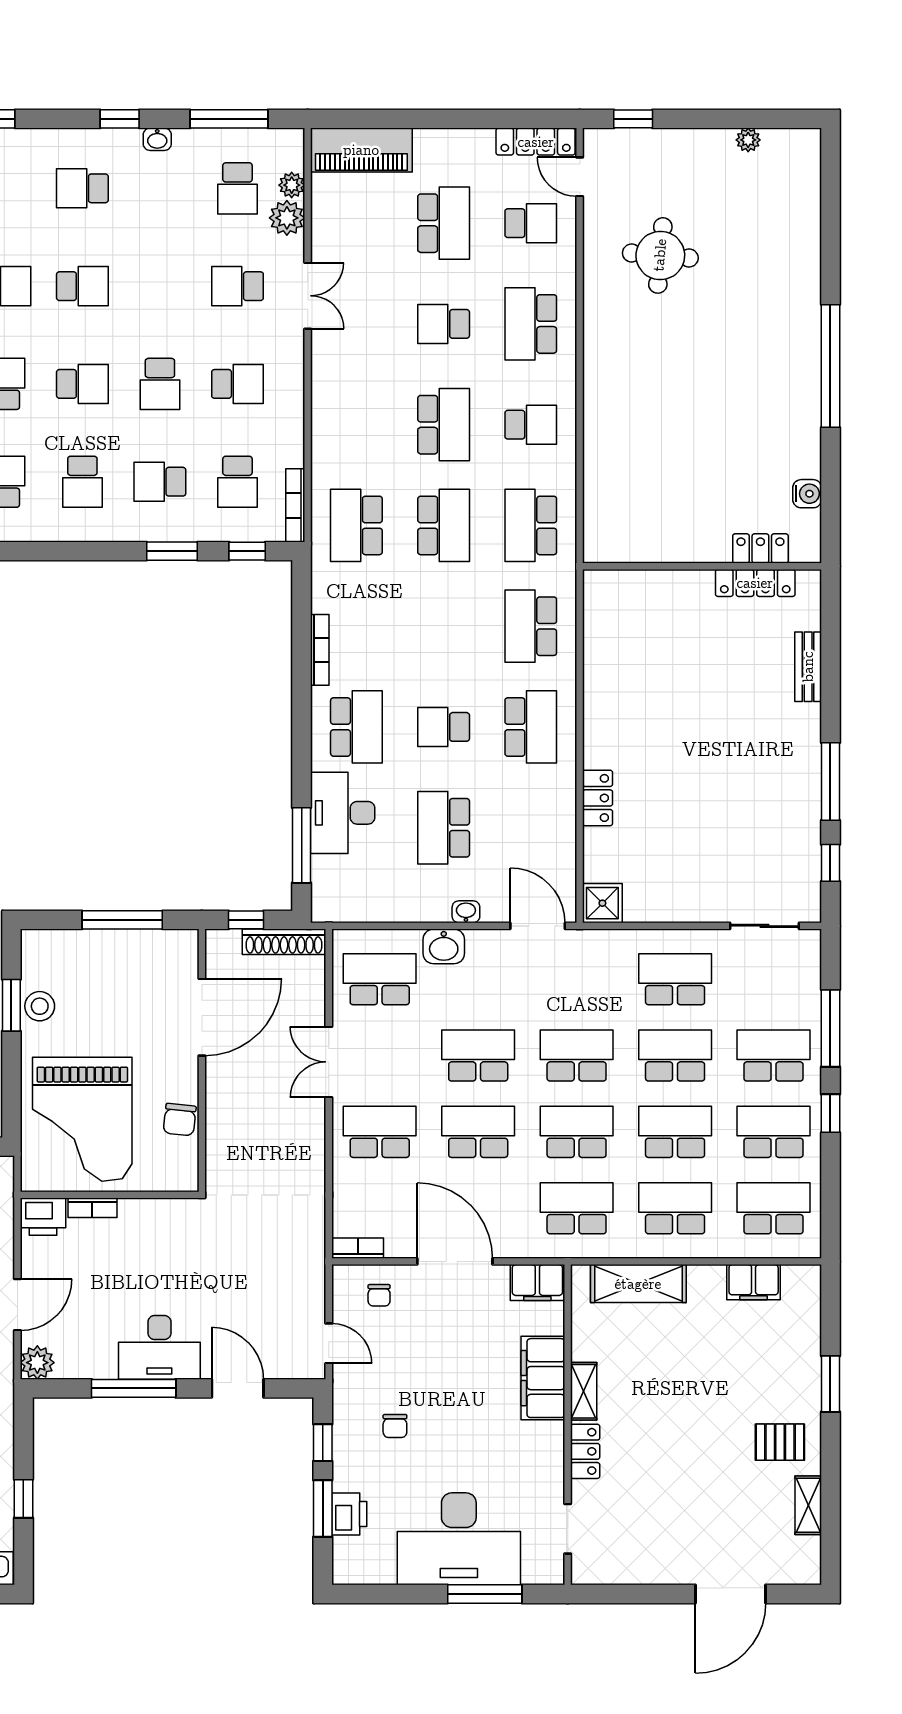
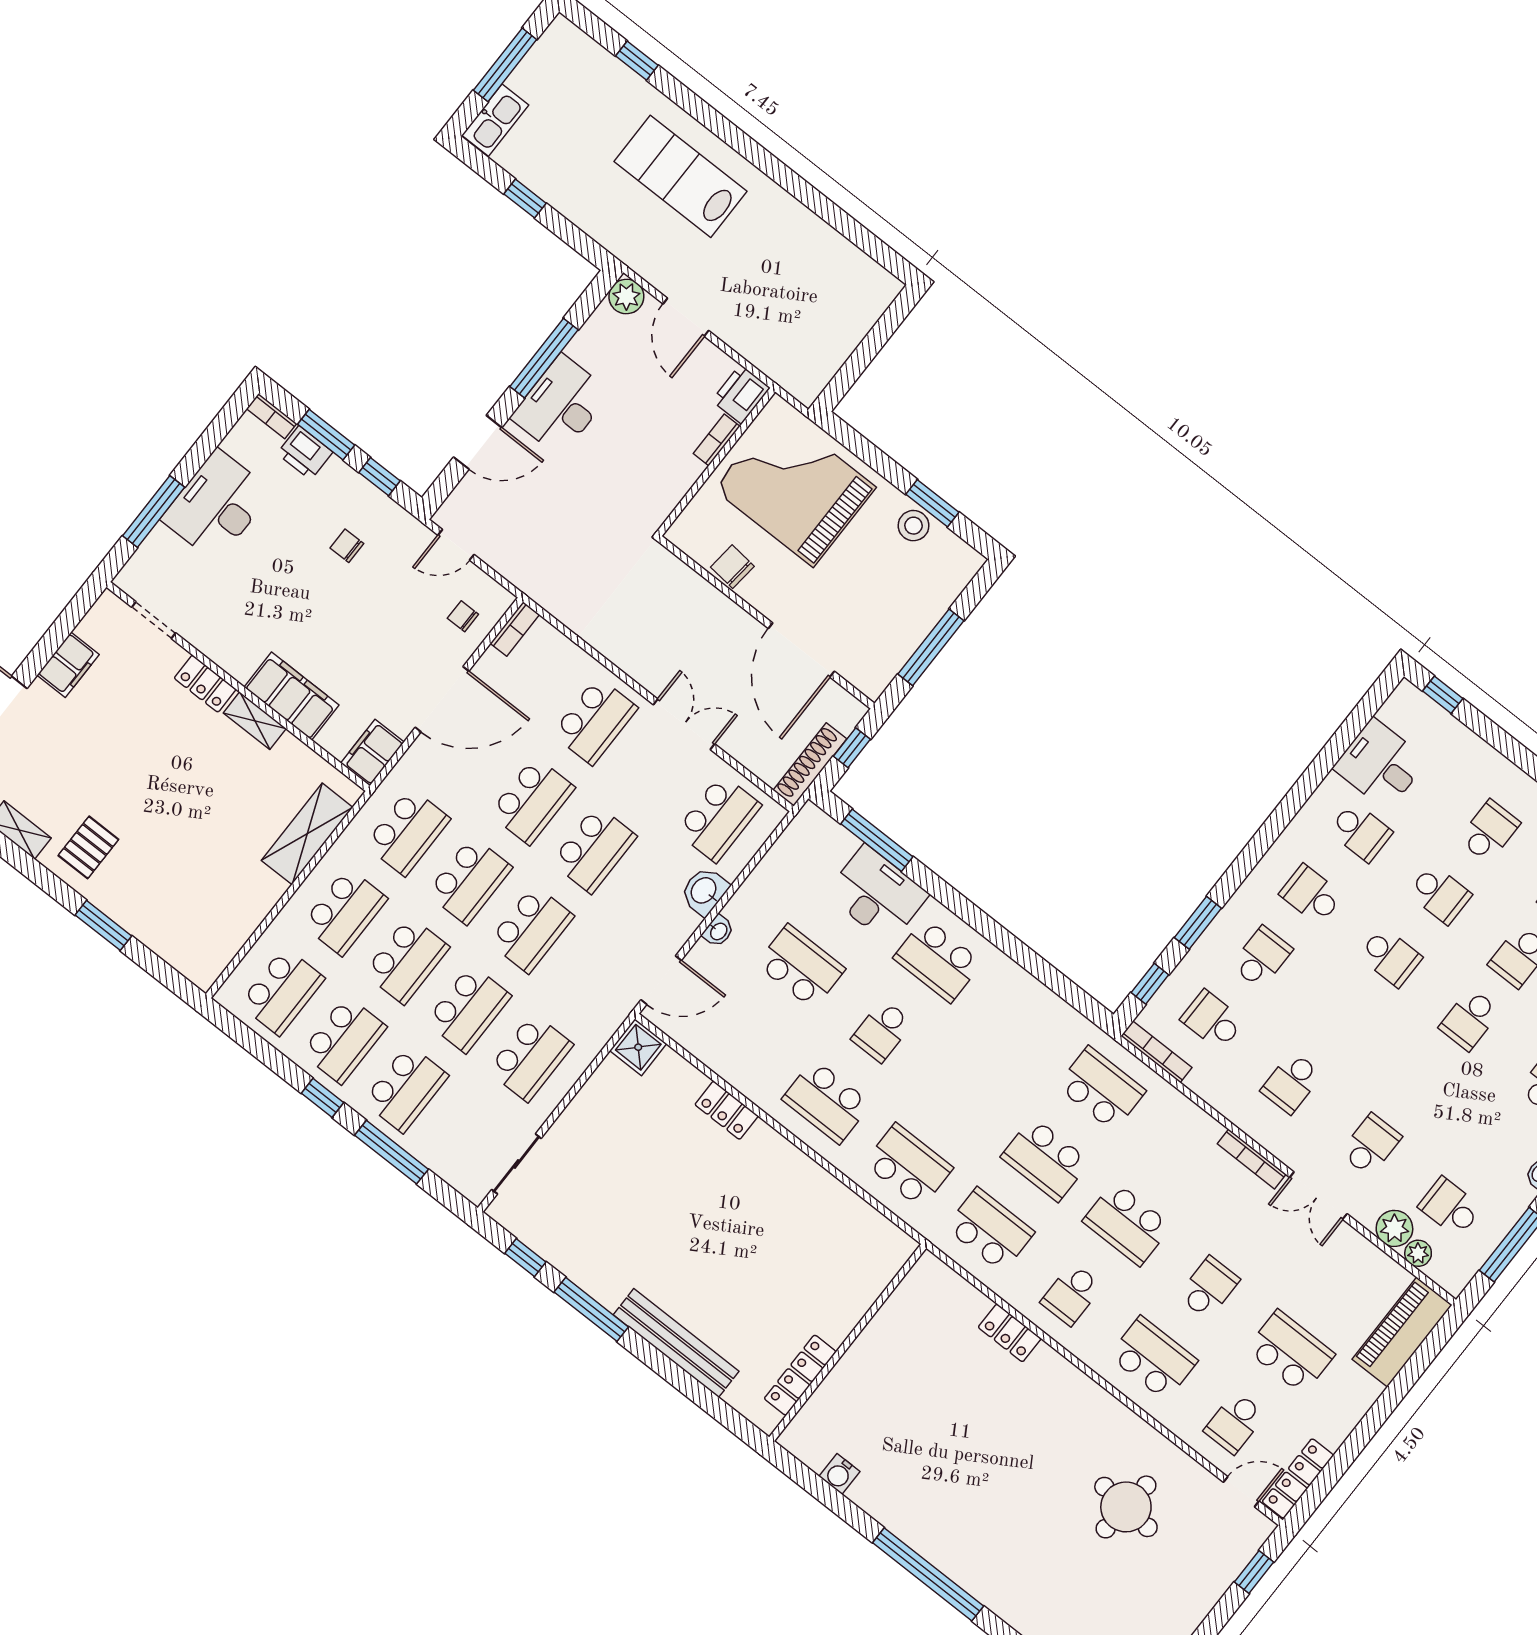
school desk: (444, 223) -> (1290, 1352), turned 180
school desk: (82, 384) -> (1390, 957), turned -90
school desk: (160, 384) -> (1341, 1020), removed
locker: (760, 548) -> (1010, 1333), moved, turned 90
bookcase: (320, 650) -> (1252, 1159), moved
bench: (808, 667) -> (676, 1343), width x1.86, depth x1.21
school desk: (444, 727) -> (882, 1031), turned 180
filing cabinet: (754, 1282) -> (68, 665), moved, turned 180
desk: (459, 1539) -> (217, 506), width x0.73, depth x0.77
bookcase: (341, 1561) -> (272, 416), added

